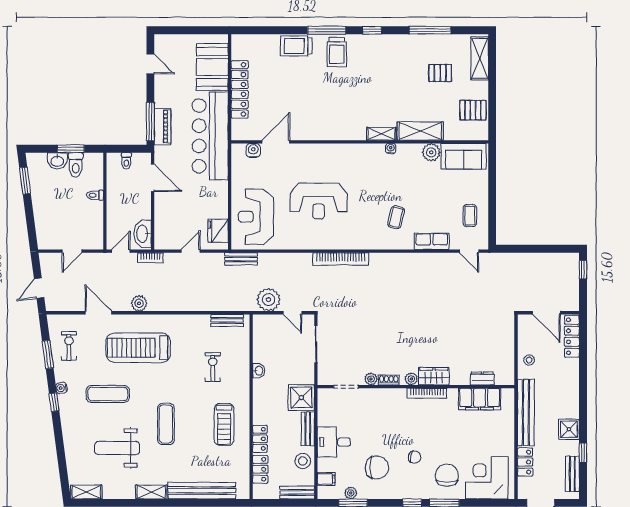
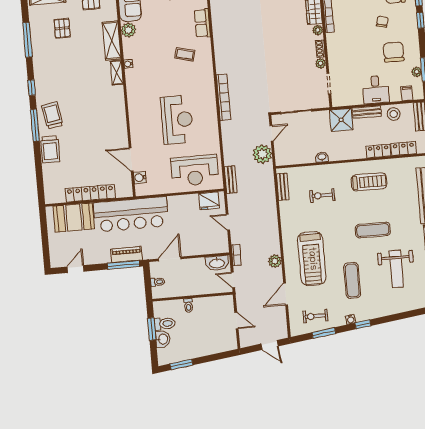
trolley: (337, 52) -> (52, 115), turned -100

